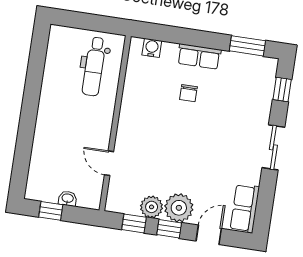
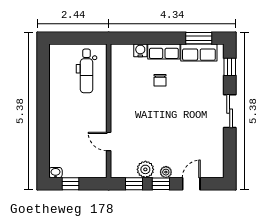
water cooler: (152, 48) -> (140, 50), moved
washbasin: (68, 199) -> (56, 173), moved
plant: (179, 208) -> (166, 172), width x0.53, depth x0.53
row of seats: (245, 208) -> (199, 53), moved, turned -90

